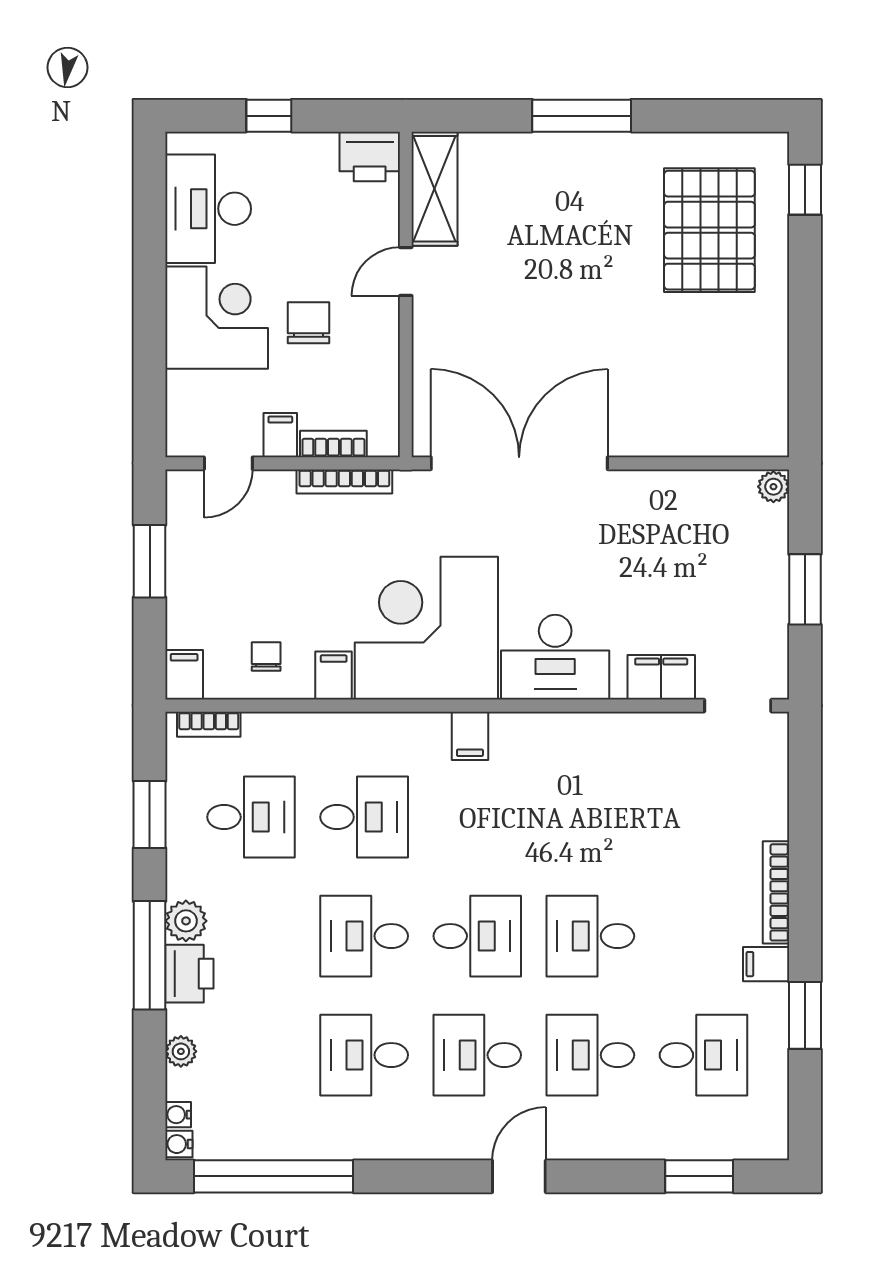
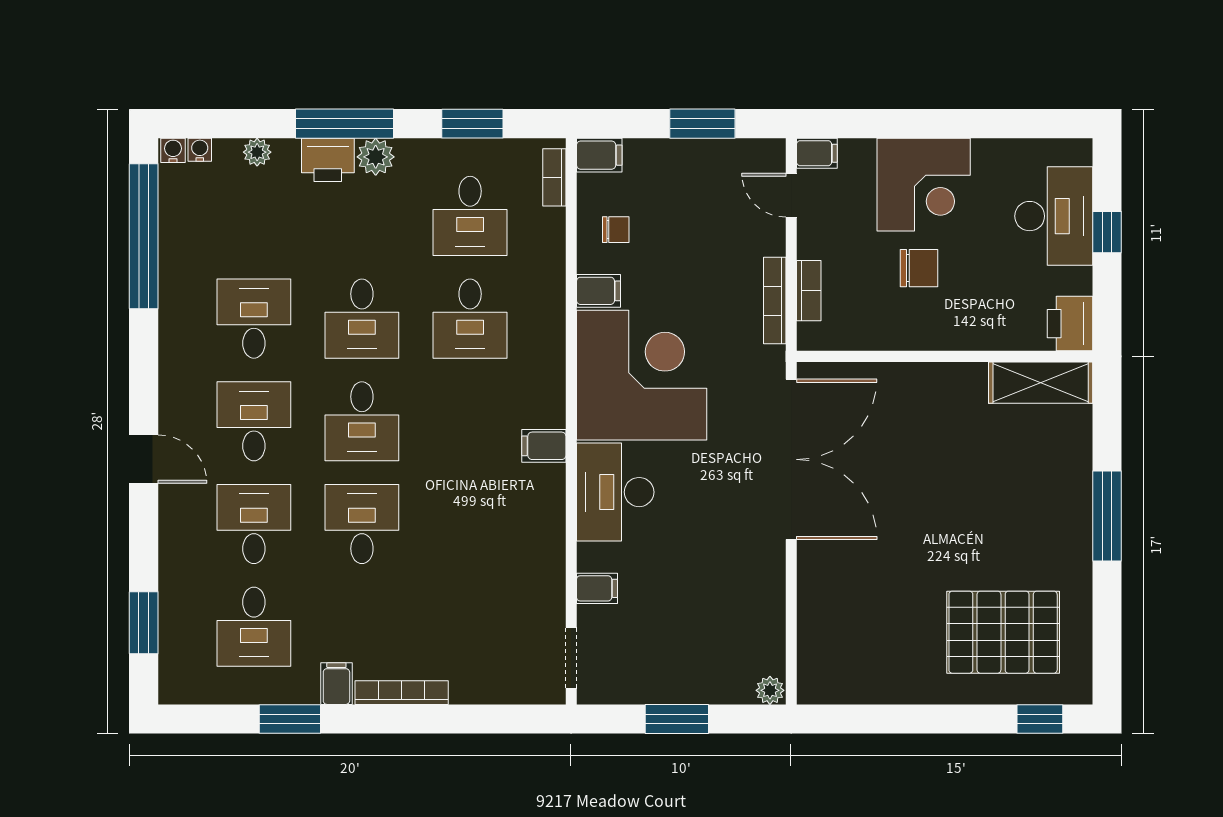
desk: (208, 209) -> (1054, 216), moved, turned 90
door: (406, 271) -> (965, 356), removed
filing cabinet: (280, 435) -> (817, 153), moved
filing cabinet: (661, 677) -> (597, 588), width x0.50
filing cabinet: (470, 736) -> (544, 446), moved
desk: (364, 936) -> (362, 319), turned 180

